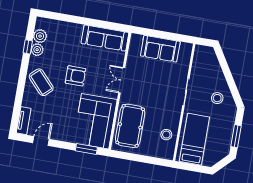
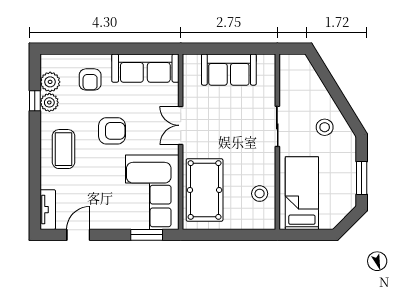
armchair: (67, 39) -> (90, 79), added
coffee table: (41, 82) -> (63, 149), turned 43

